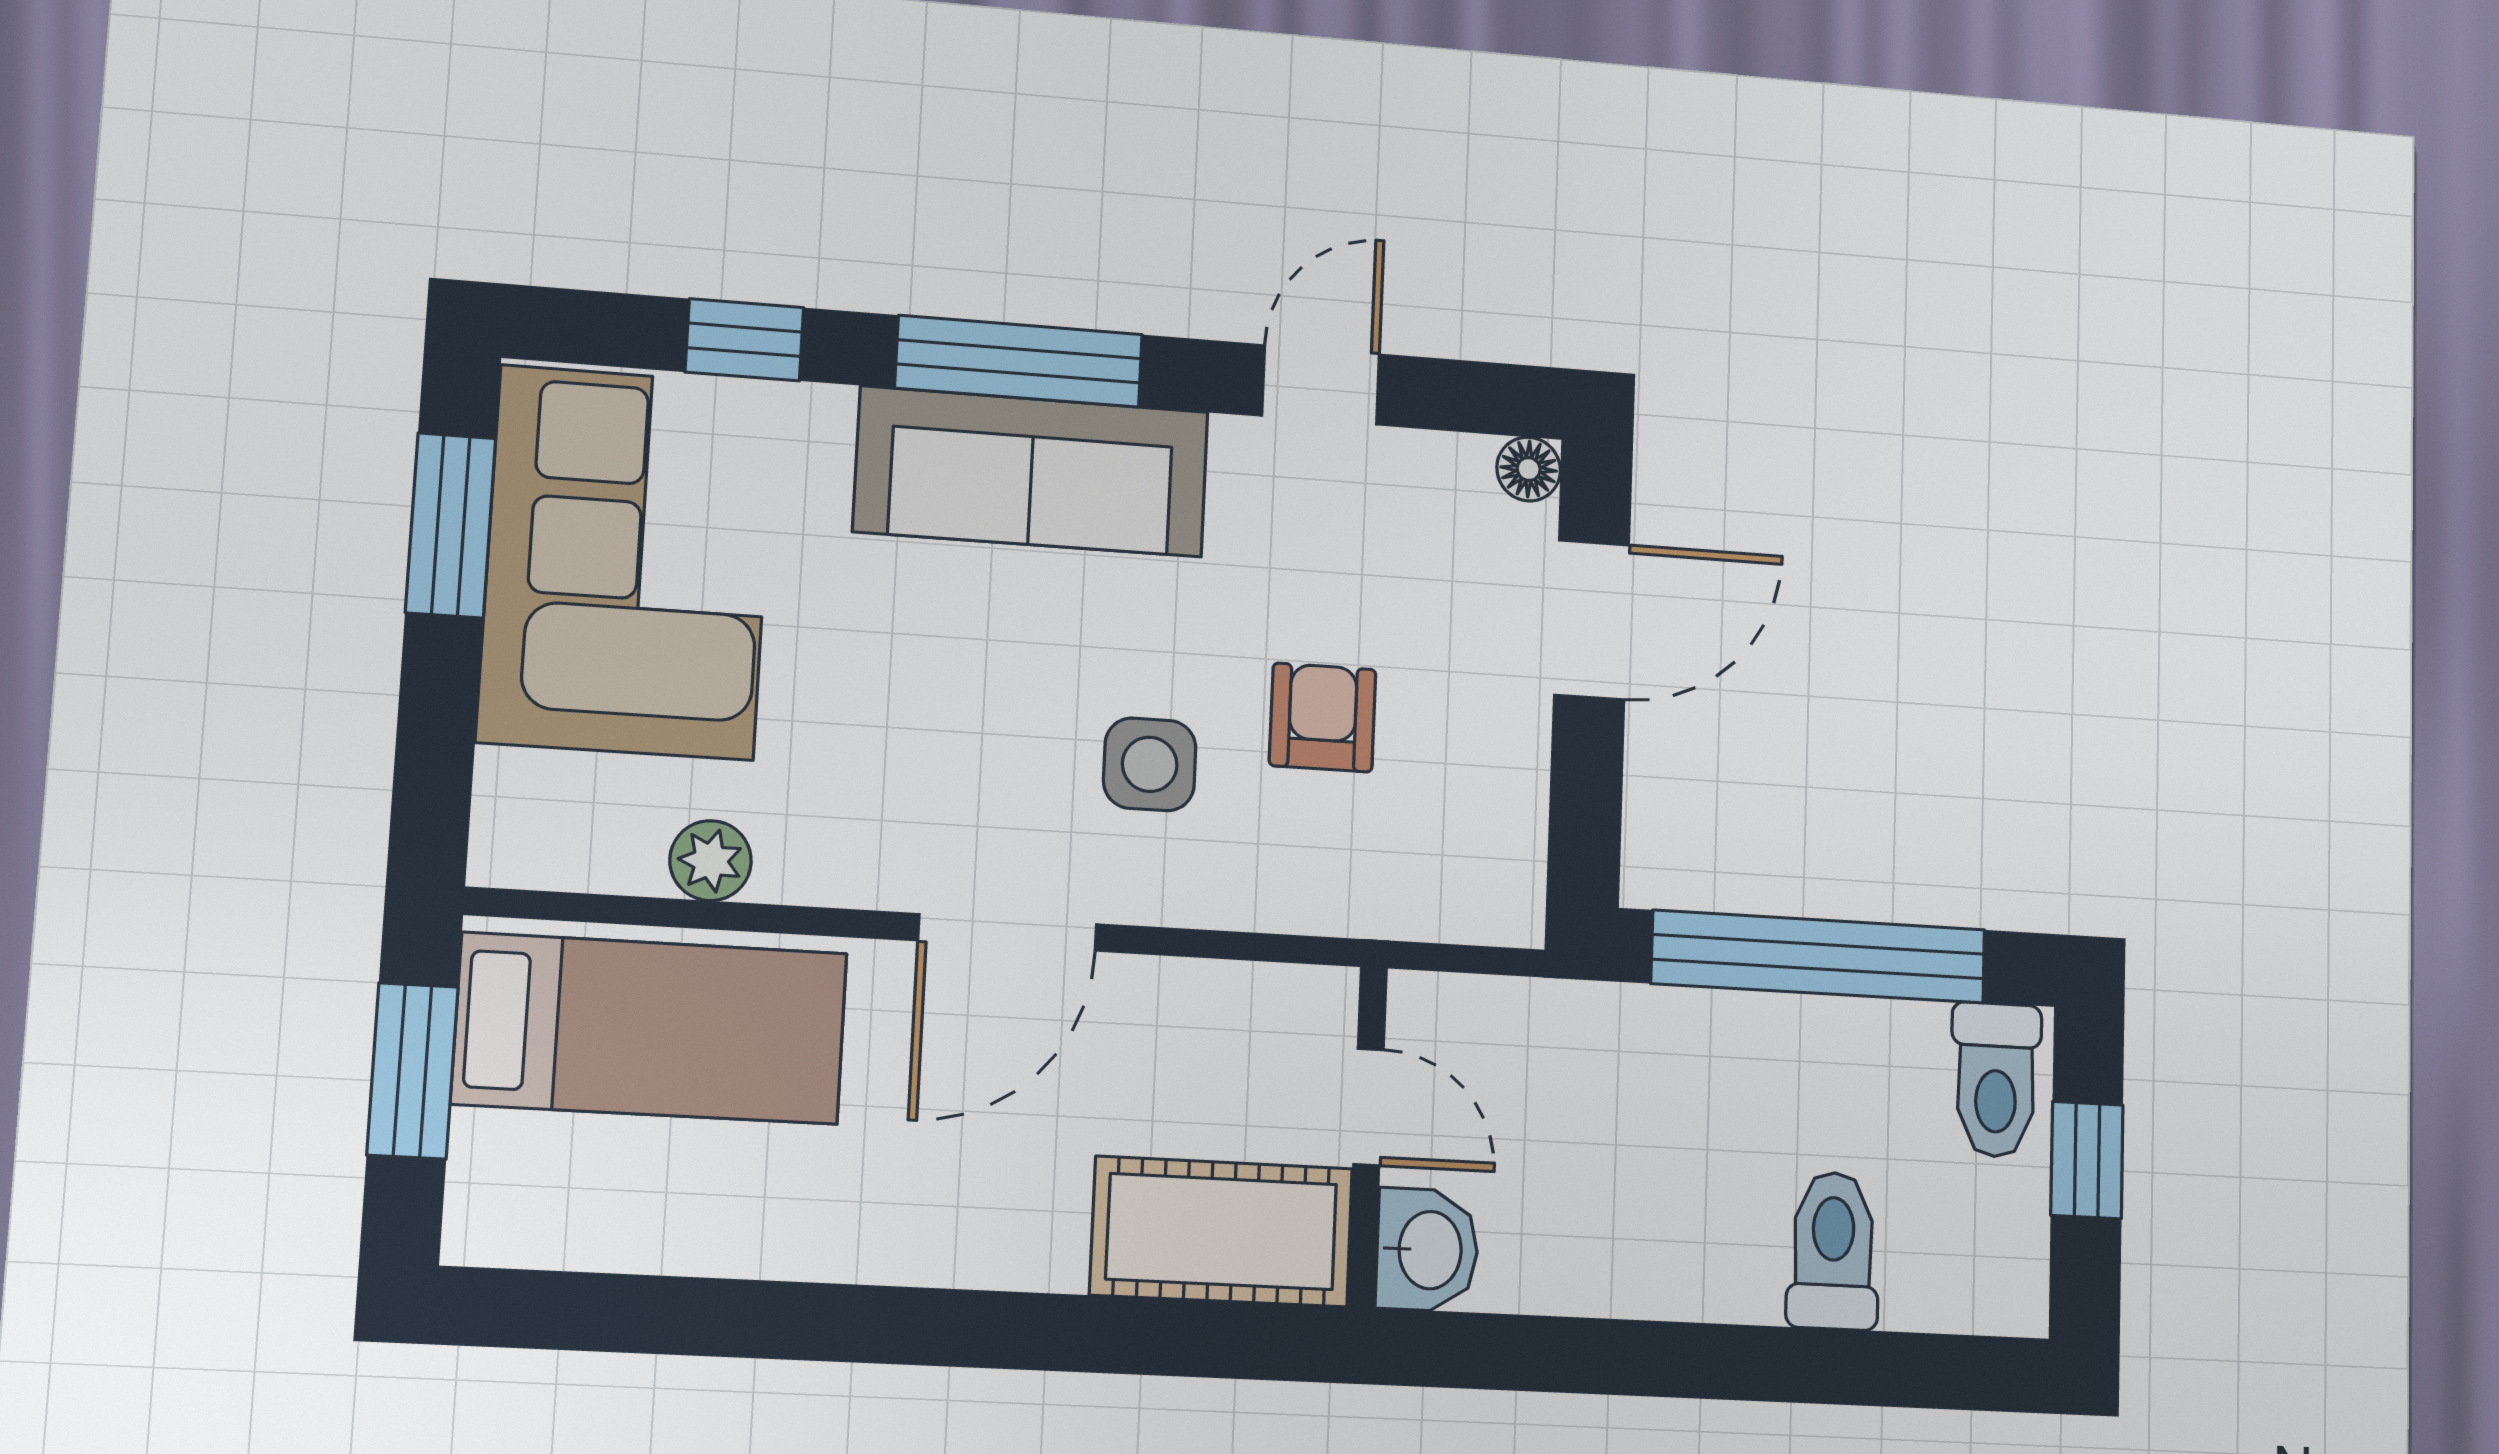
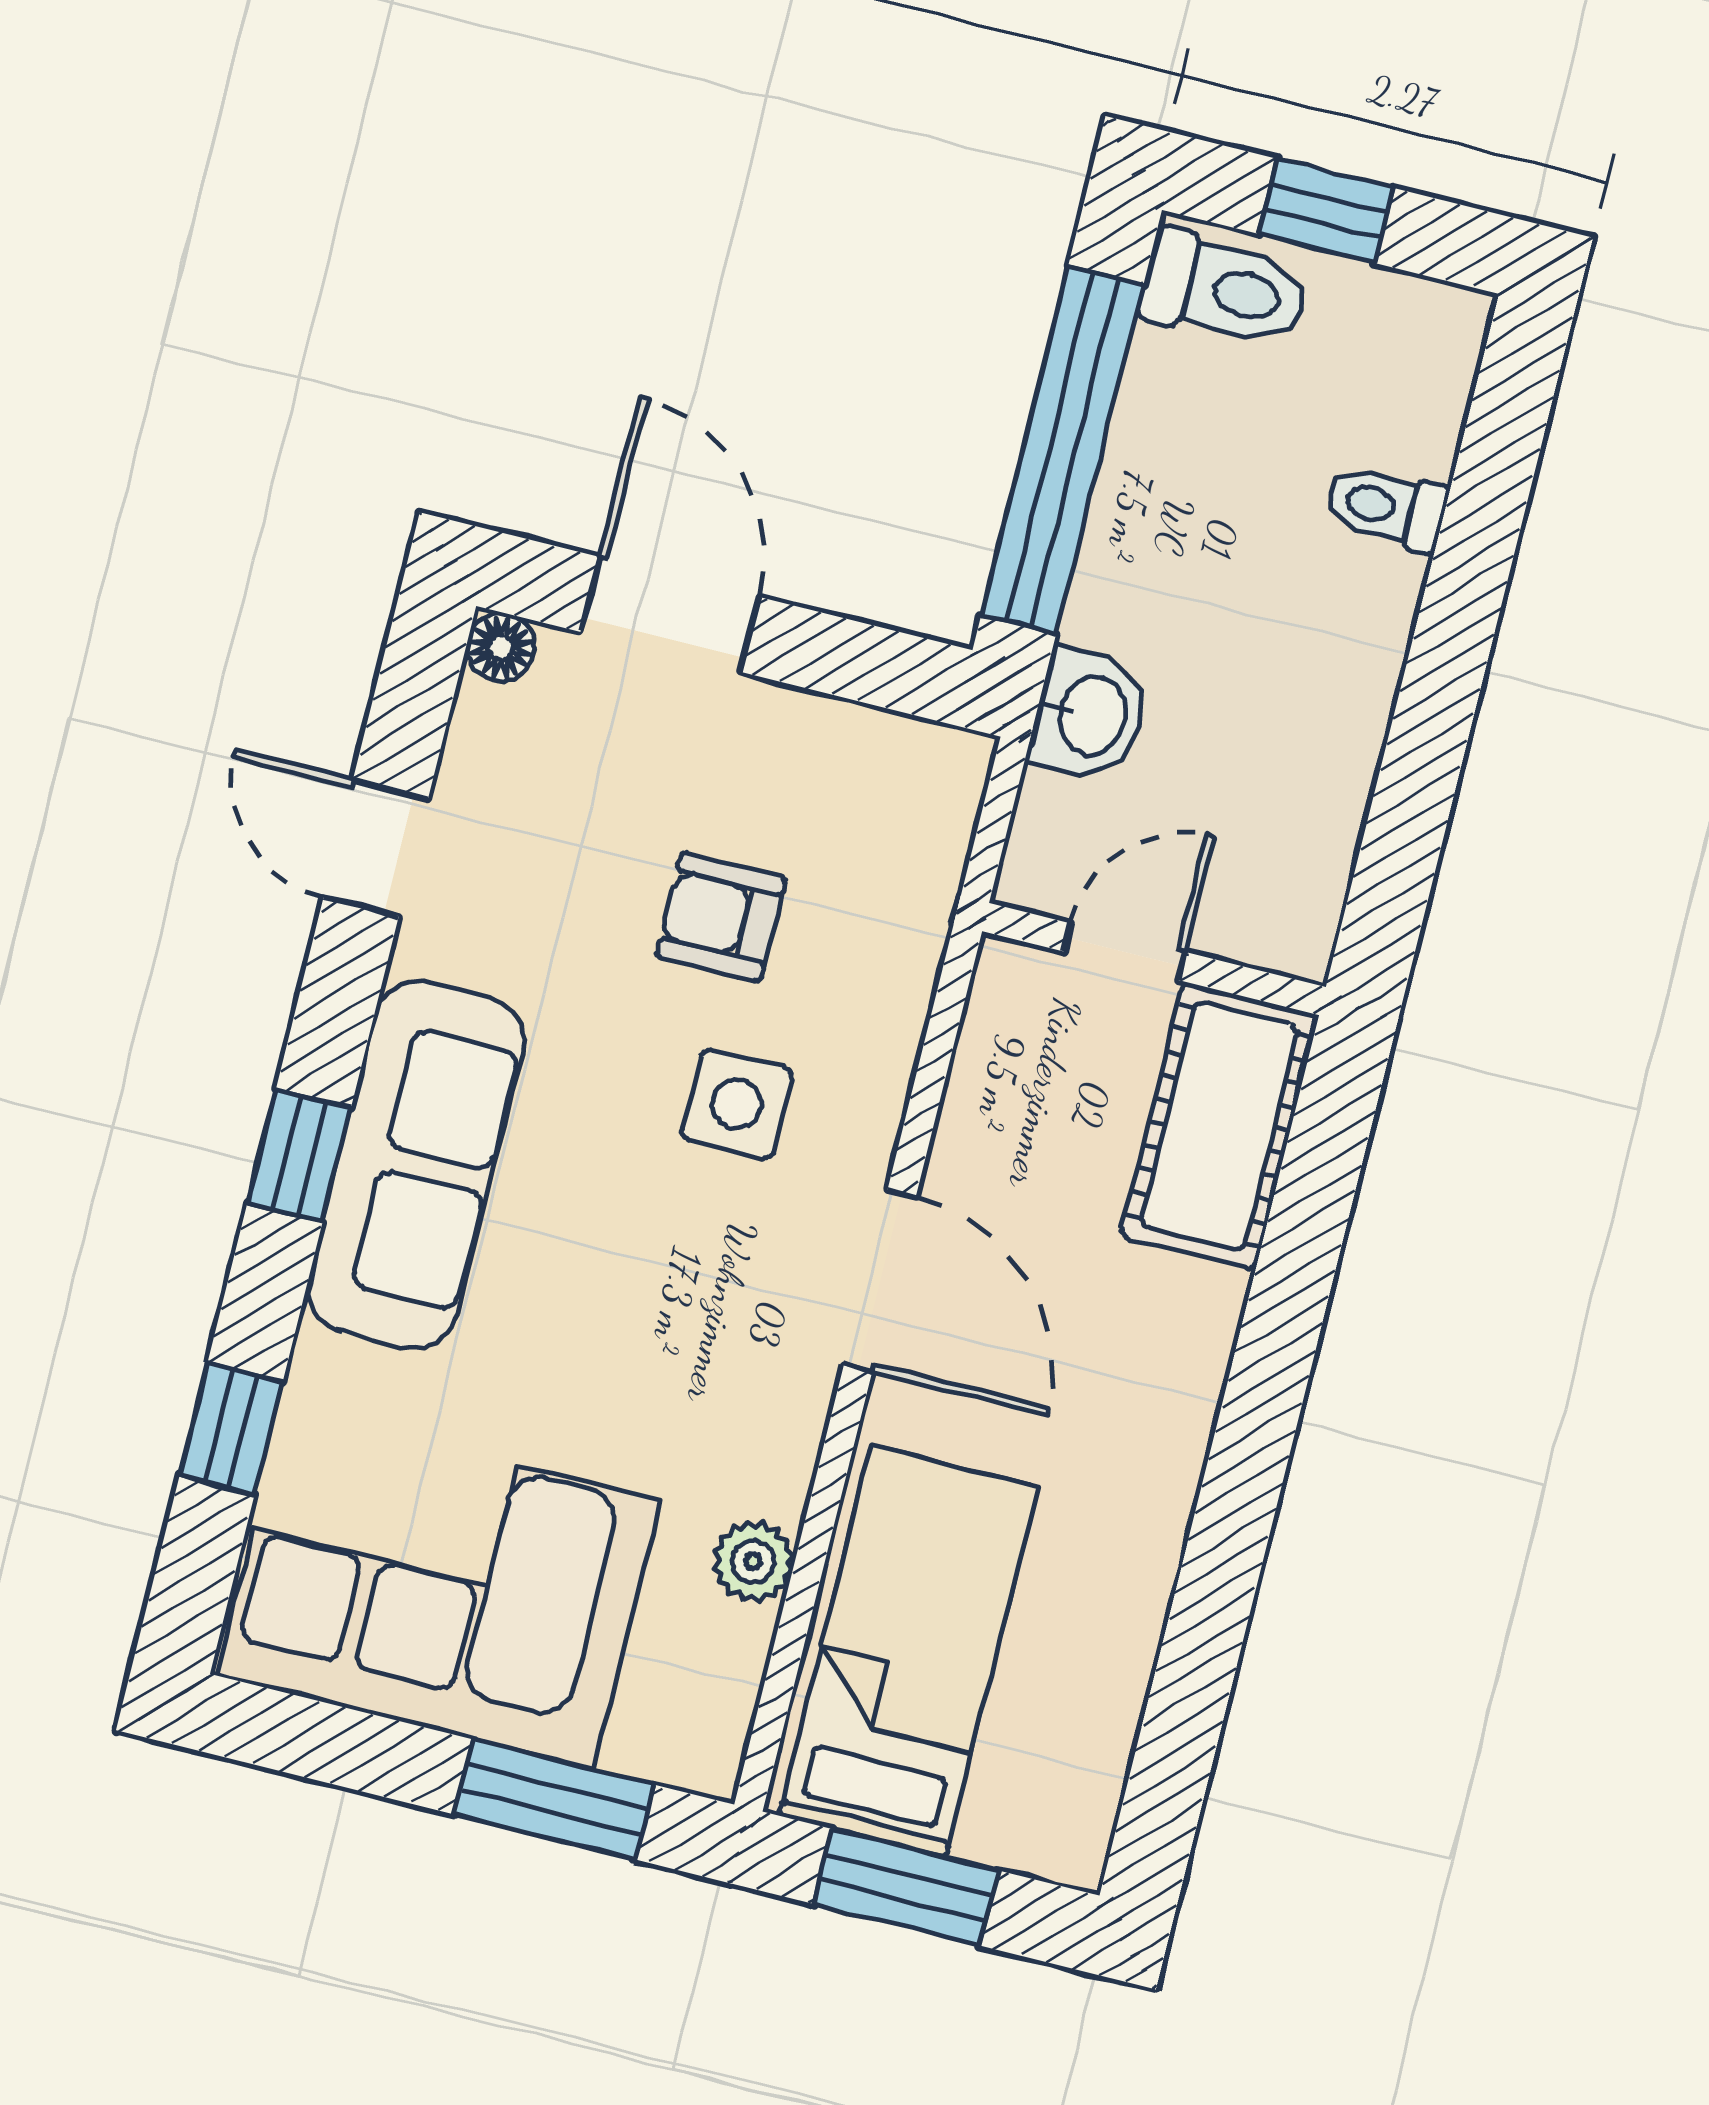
window: (1019, 361) -> (299, 1155), width x0.46
window: (451, 525) -> (554, 1799), moved
washbasin: (1427, 1250) -> (1090, 715), moved, turned 90
toilet: (1833, 1251) -> (1386, 507), width x0.73, depth x0.72

